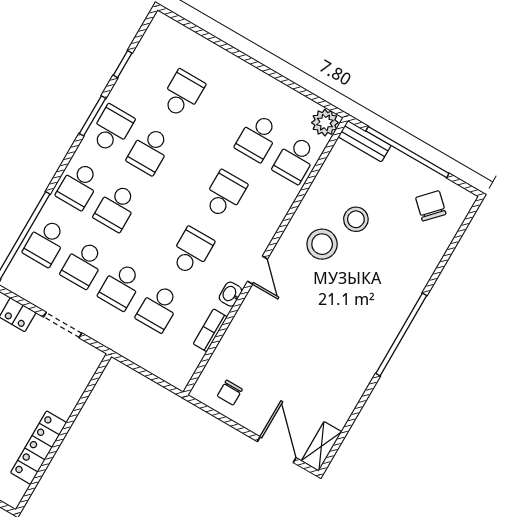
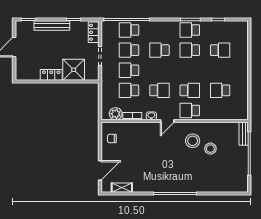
plant: (325, 123) -> (116, 114), moved
school desk: (112, 129) -> (190, 30), turned 180
school desk: (295, 160) -> (190, 110), moved
school desk: (79, 186) -> (159, 30), removed
chair: (431, 206) -> (233, 175), removed
shower: (59, 389) -> (74, 70), added
shelving: (321, 446) -> (122, 188), moved
locker: (39, 448) -> (51, 75), width x0.66

